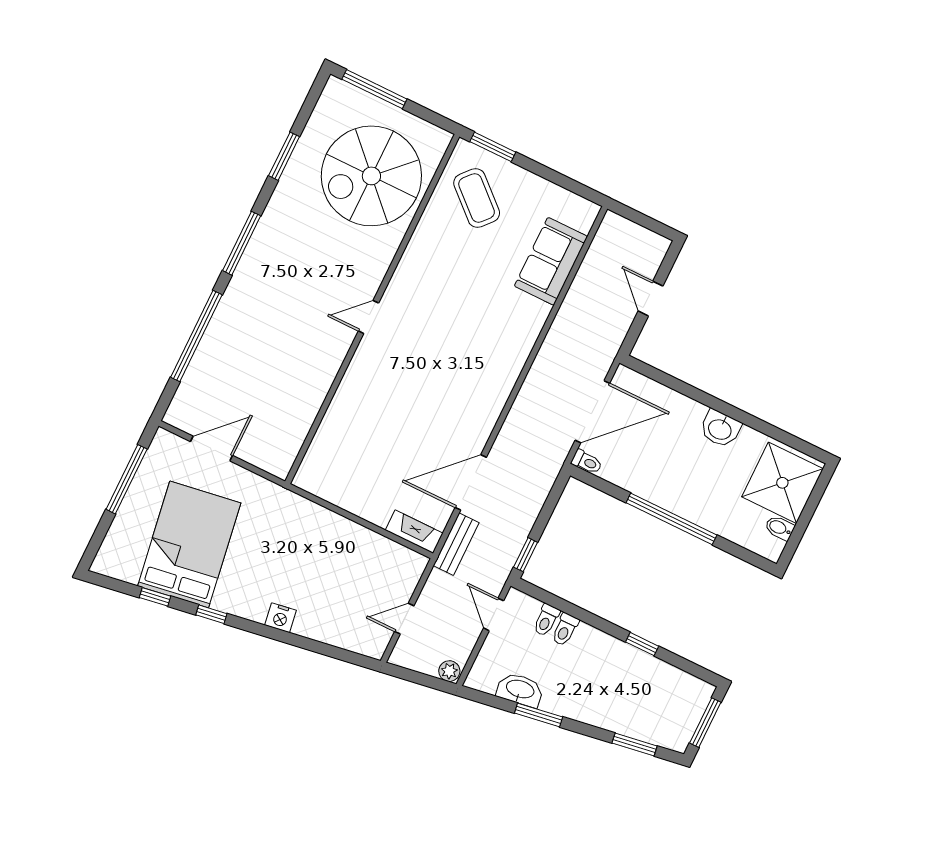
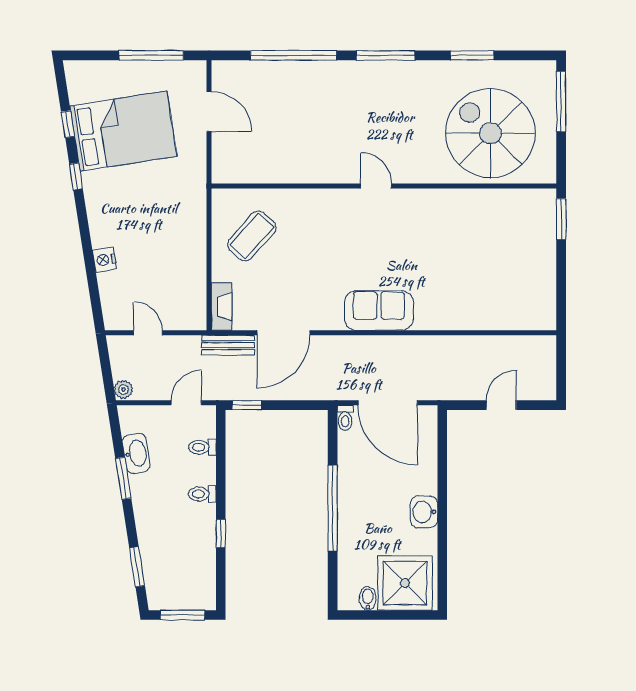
coffee table: (477, 198) -> (252, 236), moved
sofa: (551, 261) -> (379, 311), moved
door: (471, 482) -> (283, 333), swing flipped
nightstand: (281, 618) -> (105, 260), moved
toilet: (565, 630) -> (202, 494), moved

